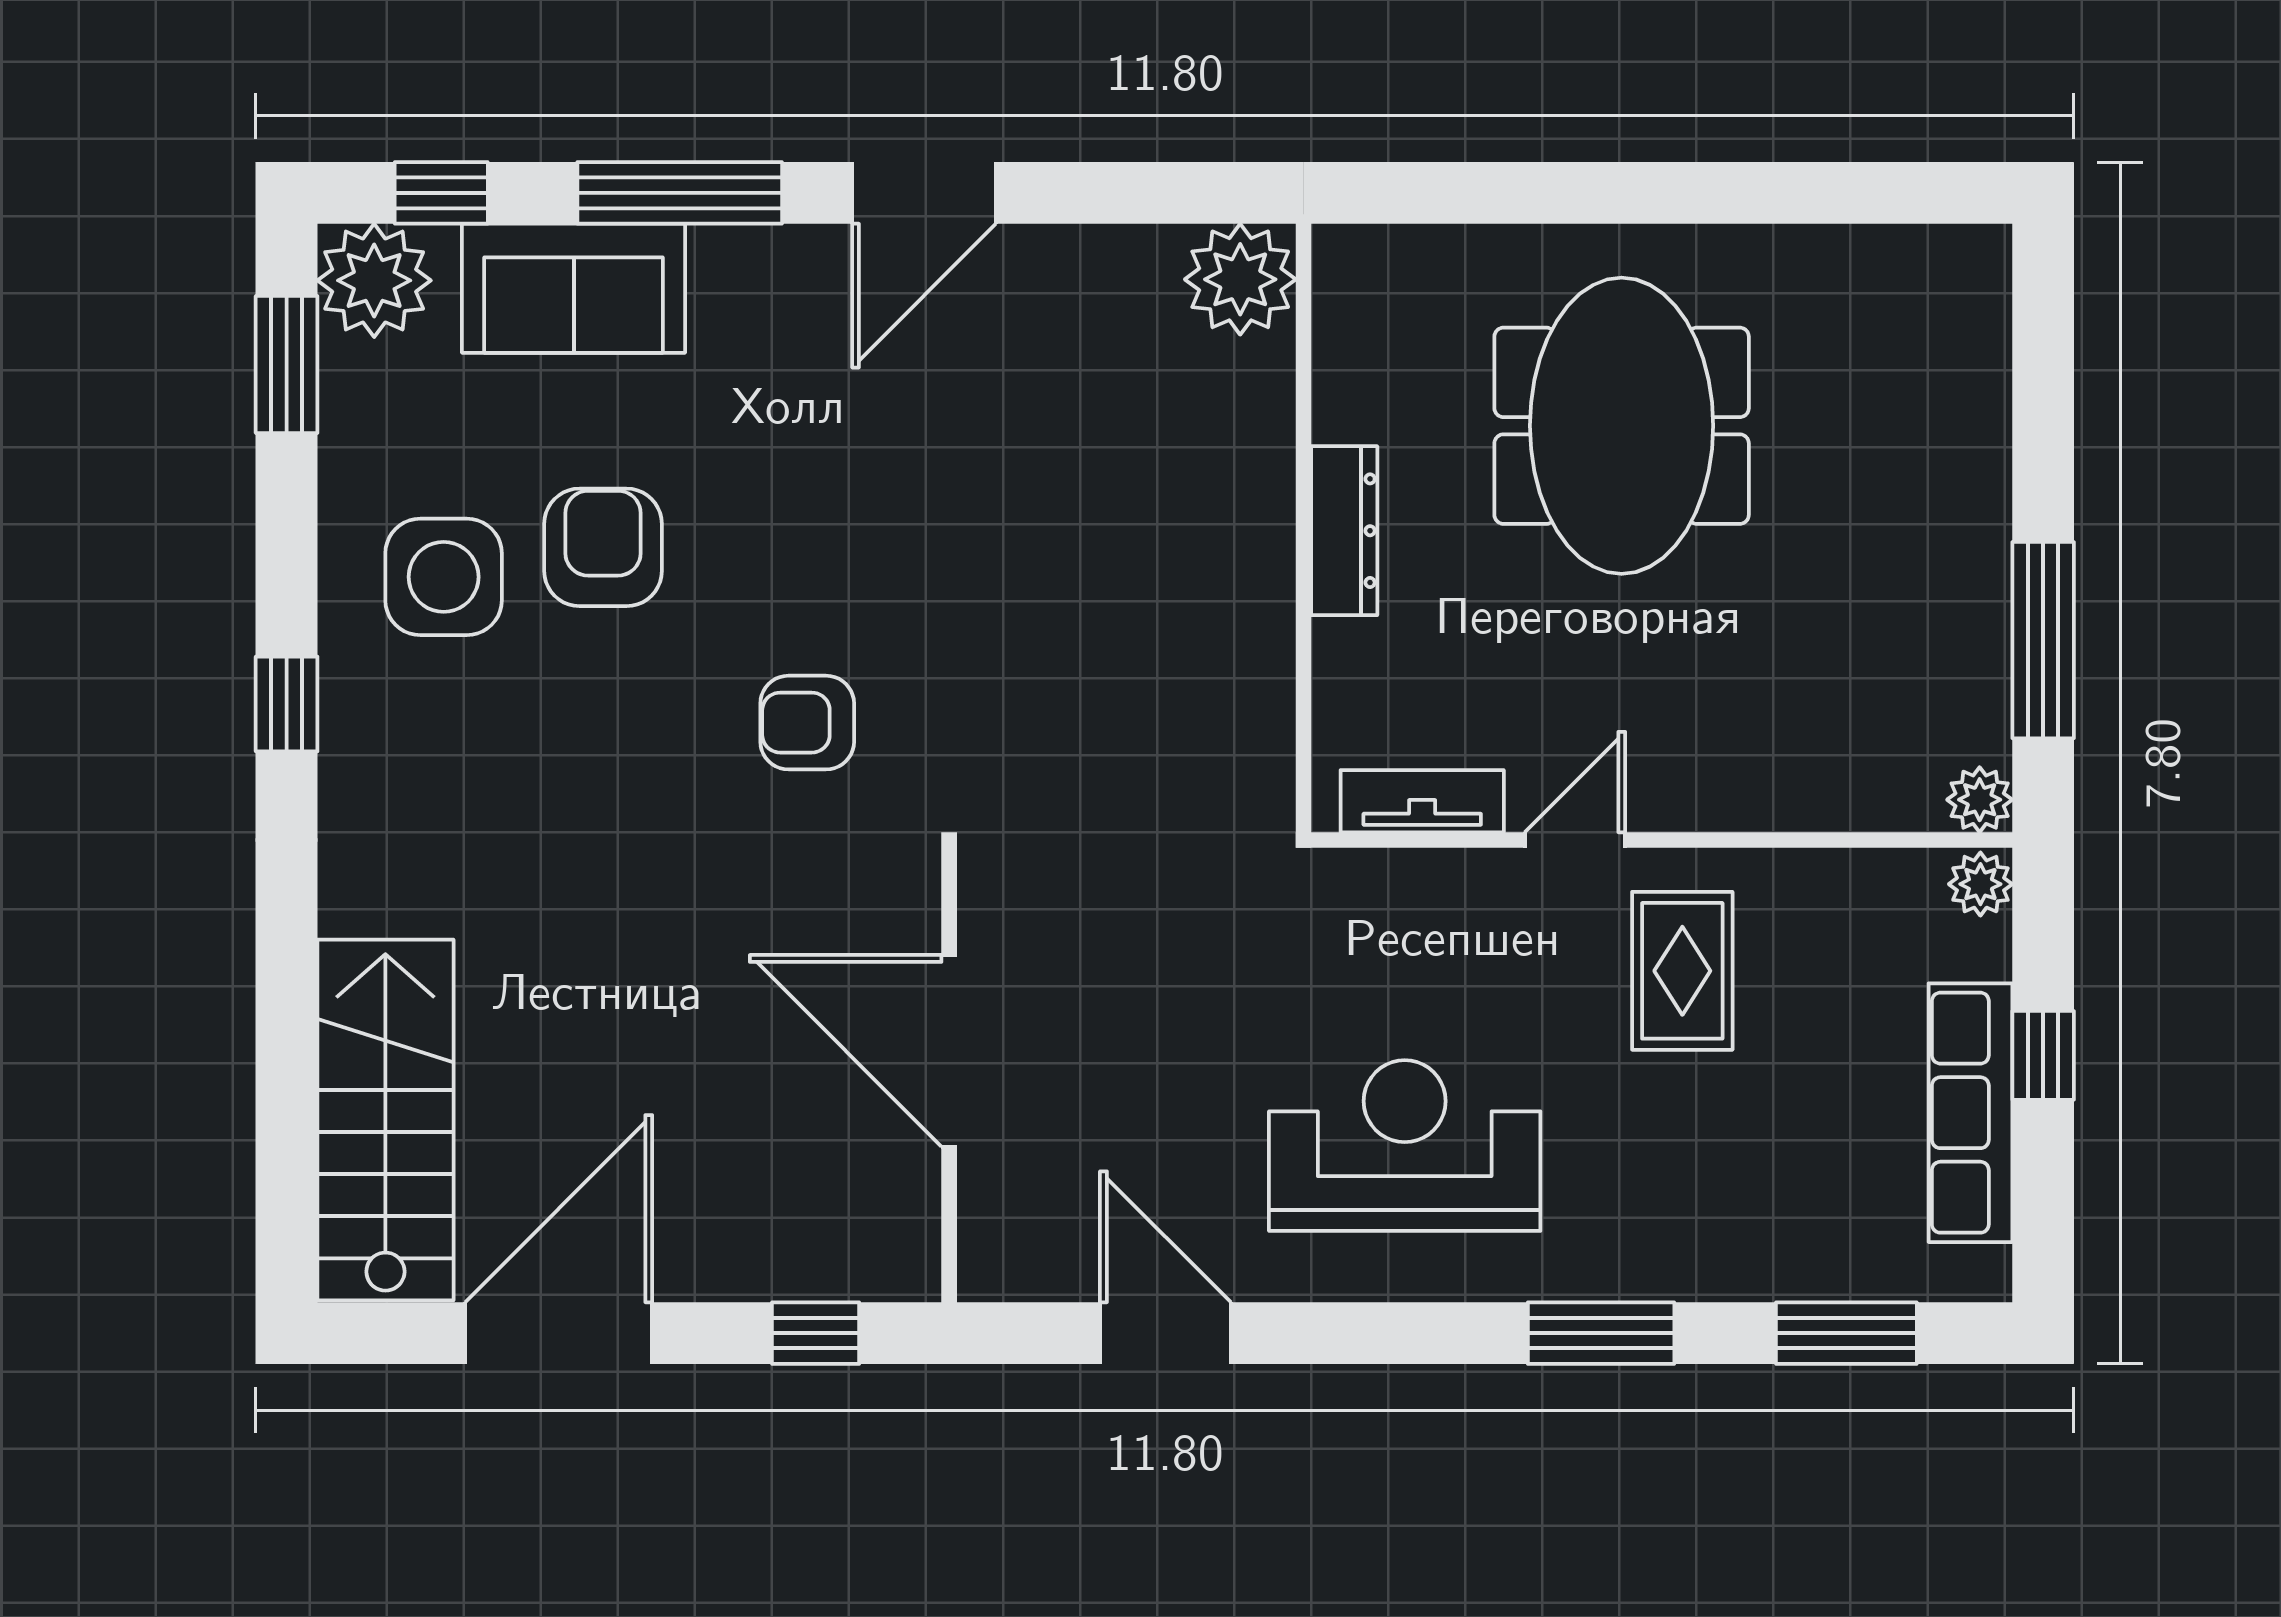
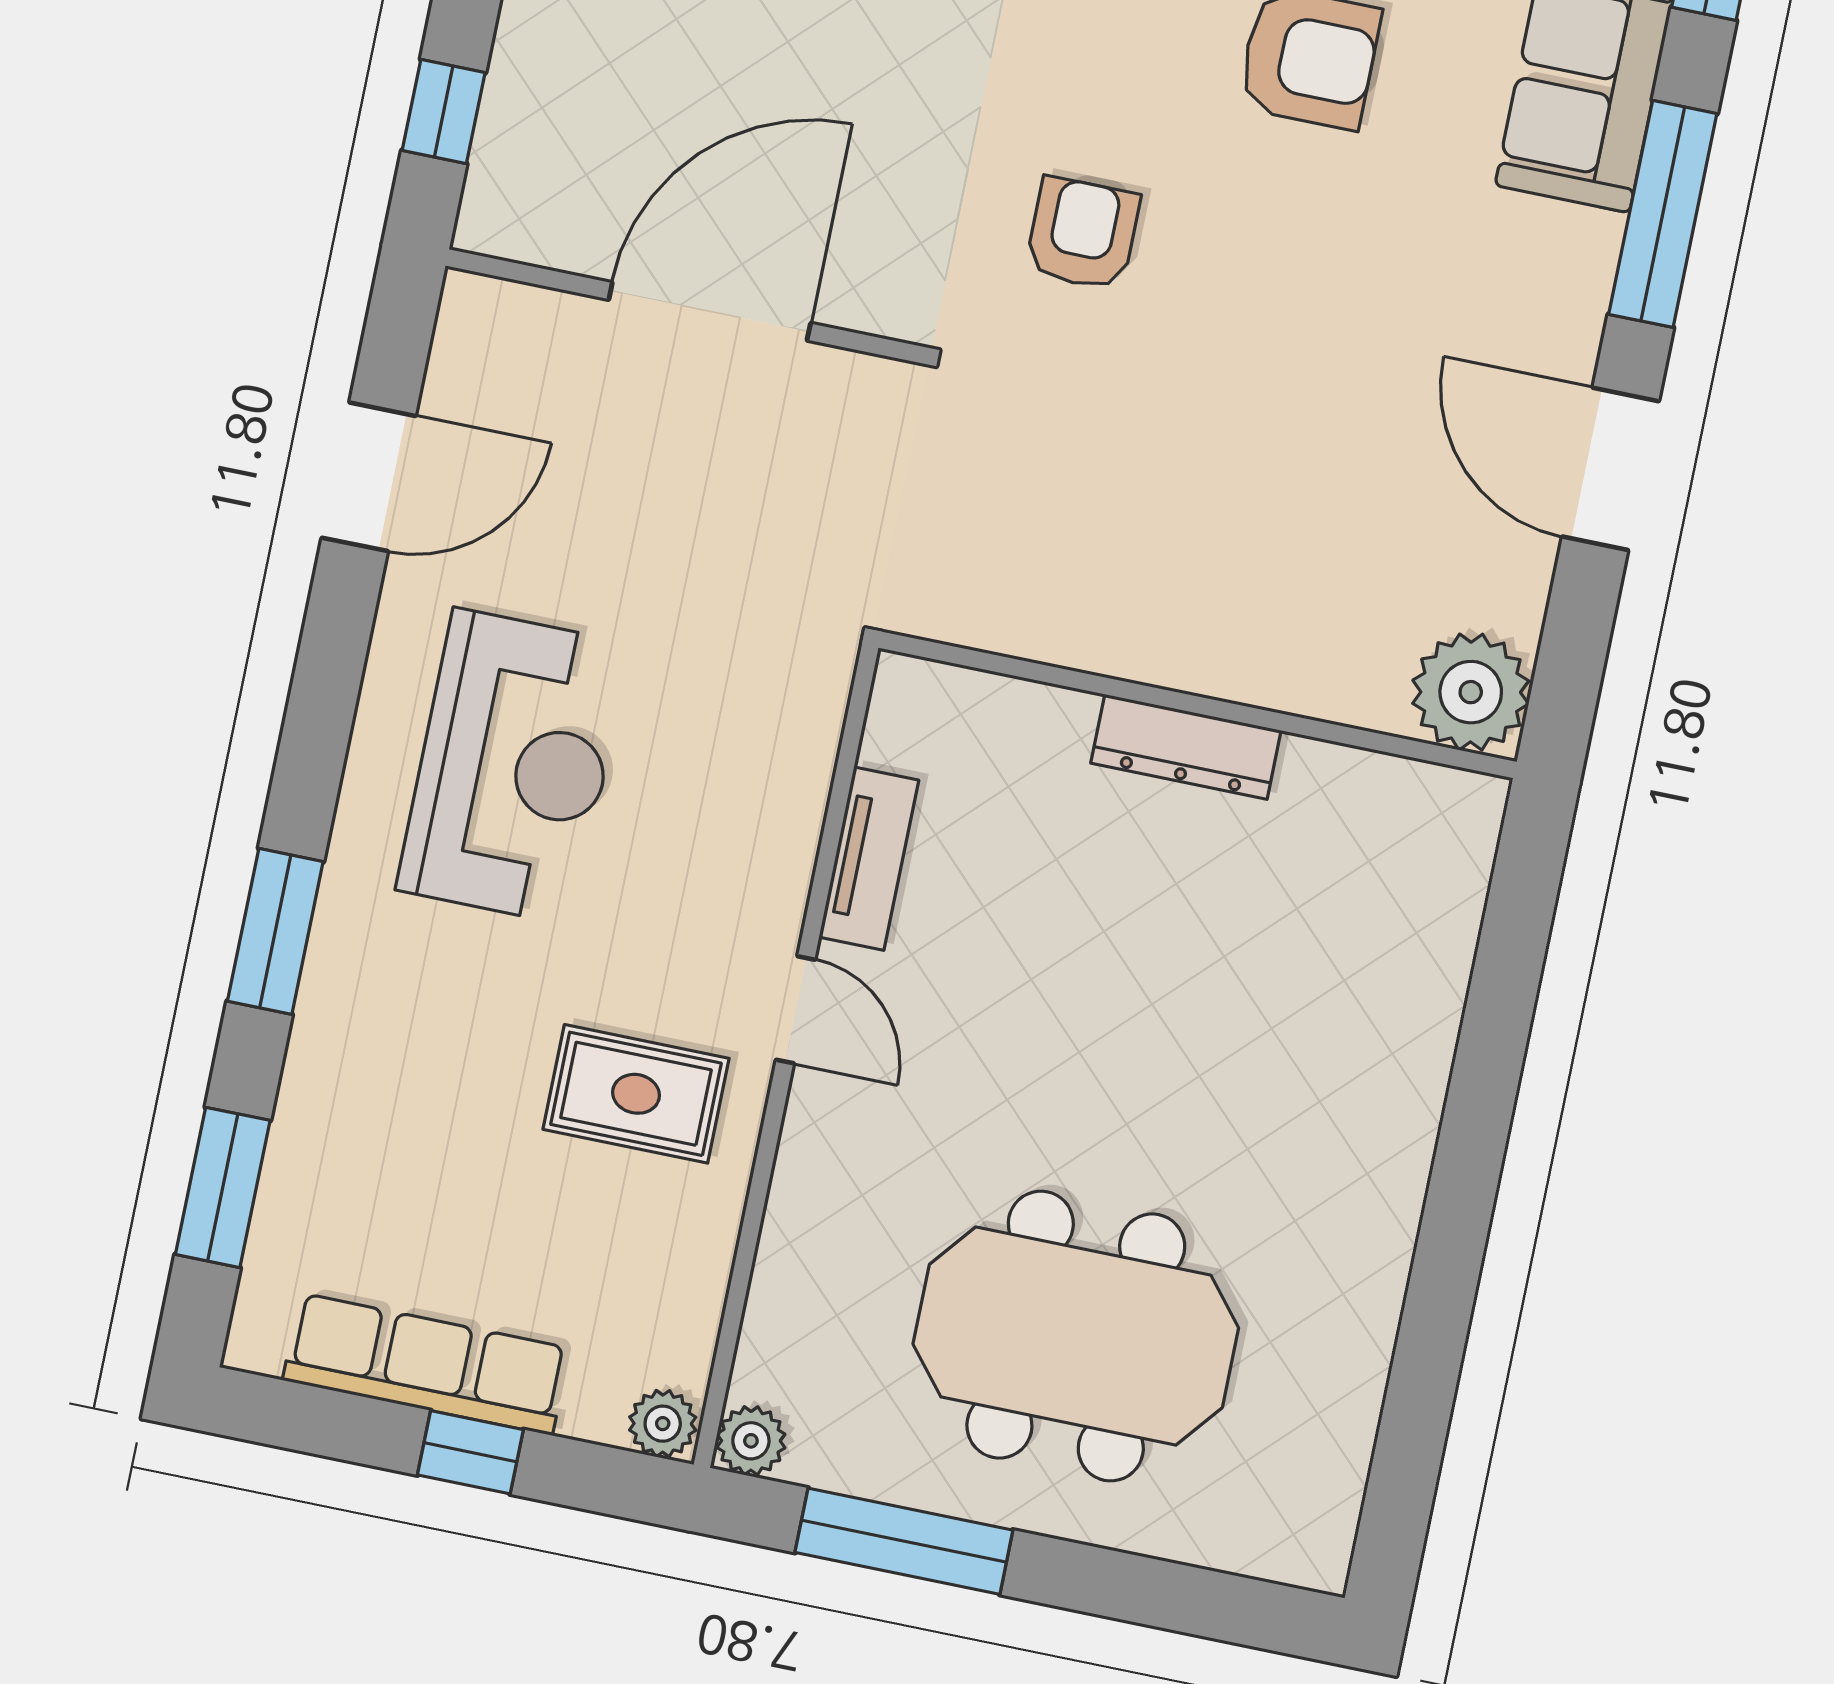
plant: (1240, 279) -> (1471, 692), moved
meeting table: (1622, 426) -> (1076, 1336), moved
wall: (1303, 528) -> (1198, 705), moved
dresser: (1344, 531) -> (1186, 747), moved

